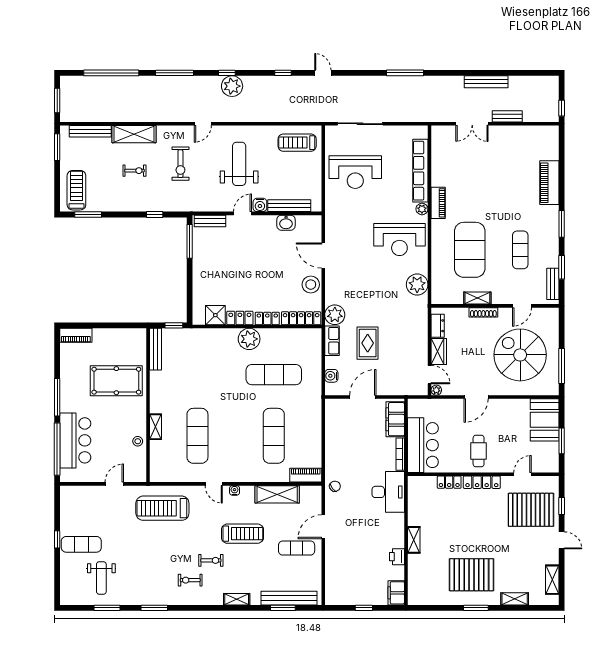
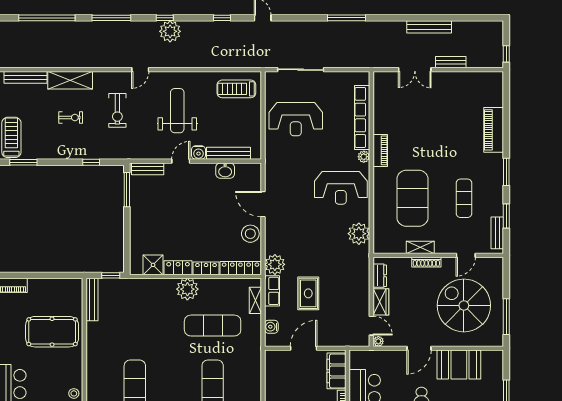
booth: (545, 420) -> (459, 364), moved, turned 90
shelving: (155, 427) -> (255, 300), moved

